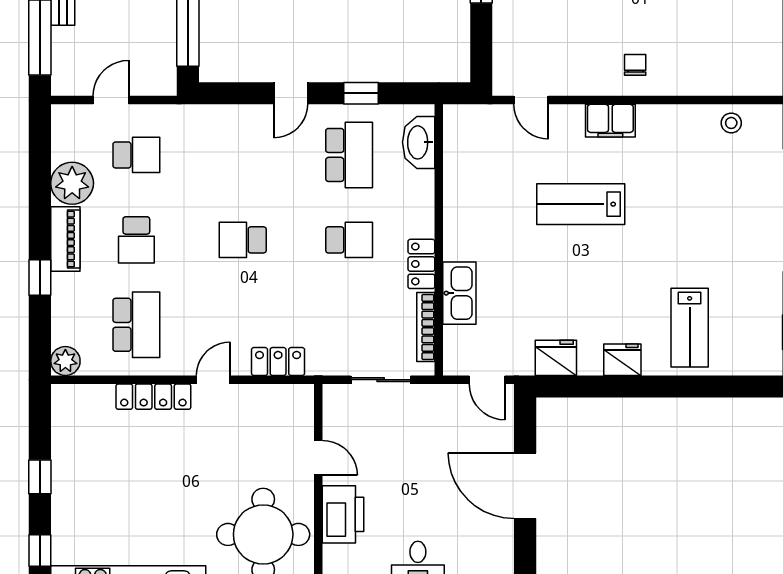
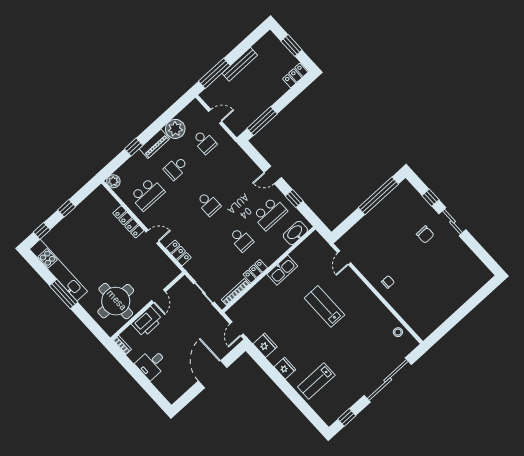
filing cabinet: (610, 121) -> (362, 291), removed
school desk: (243, 240) -> (209, 204), turned 180
kitchen sink: (459, 293) -> (282, 270), moved

